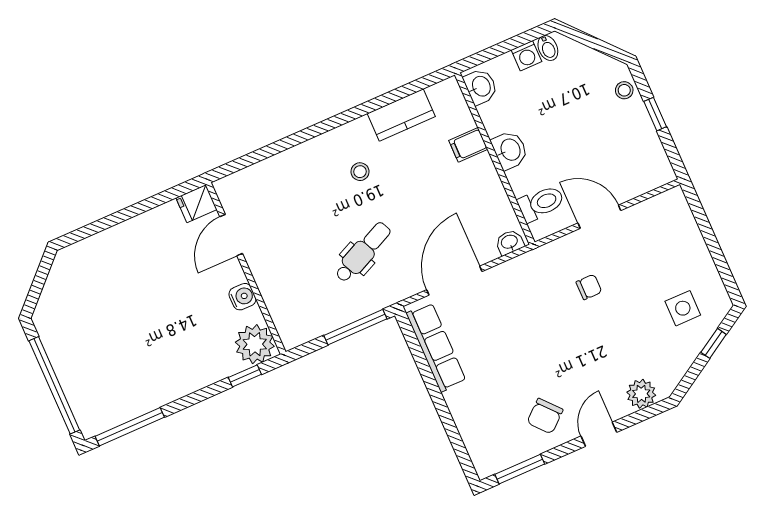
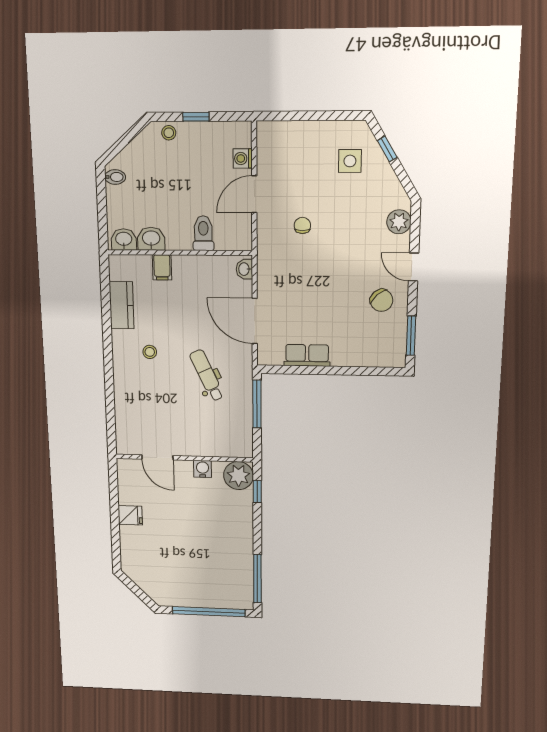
washing machine: (526, 56) -> (243, 158), moved, turned 180
washbasin: (510, 150) -> (151, 239), moved
toilet: (541, 203) -> (203, 233), moved
fridge: (196, 204) -> (130, 515), moved, turned -90
row of seats: (436, 347) -> (307, 355), width x0.68

